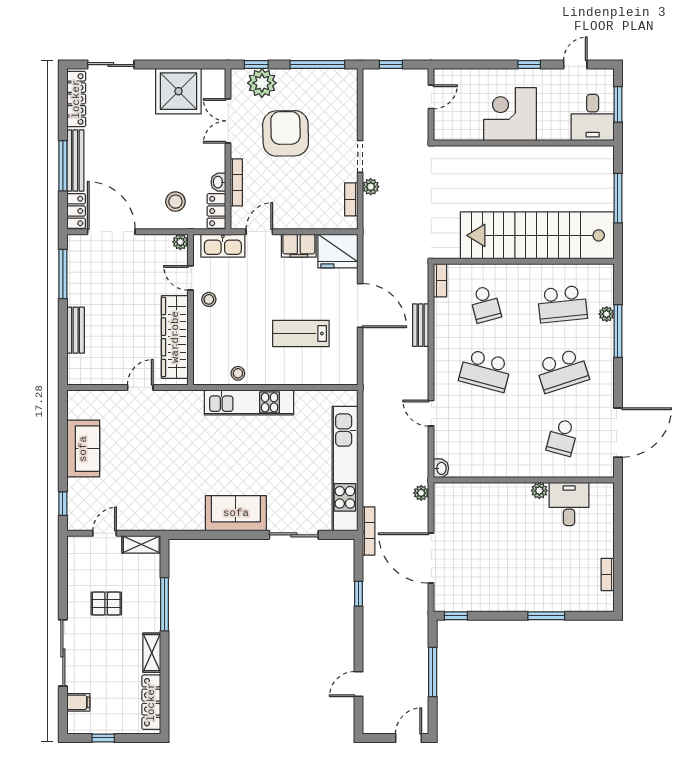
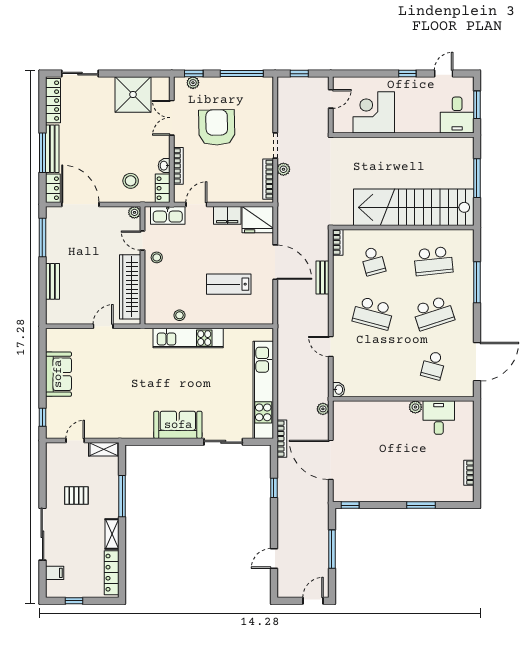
plant: (262, 83) -> (193, 83), width x0.53, depth x0.53
corner desk: (510, 114) -> (374, 112), moved
bookcase: (351, 199) -> (268, 179), width x1.56
plant: (607, 314) -> (468, 269), removed

